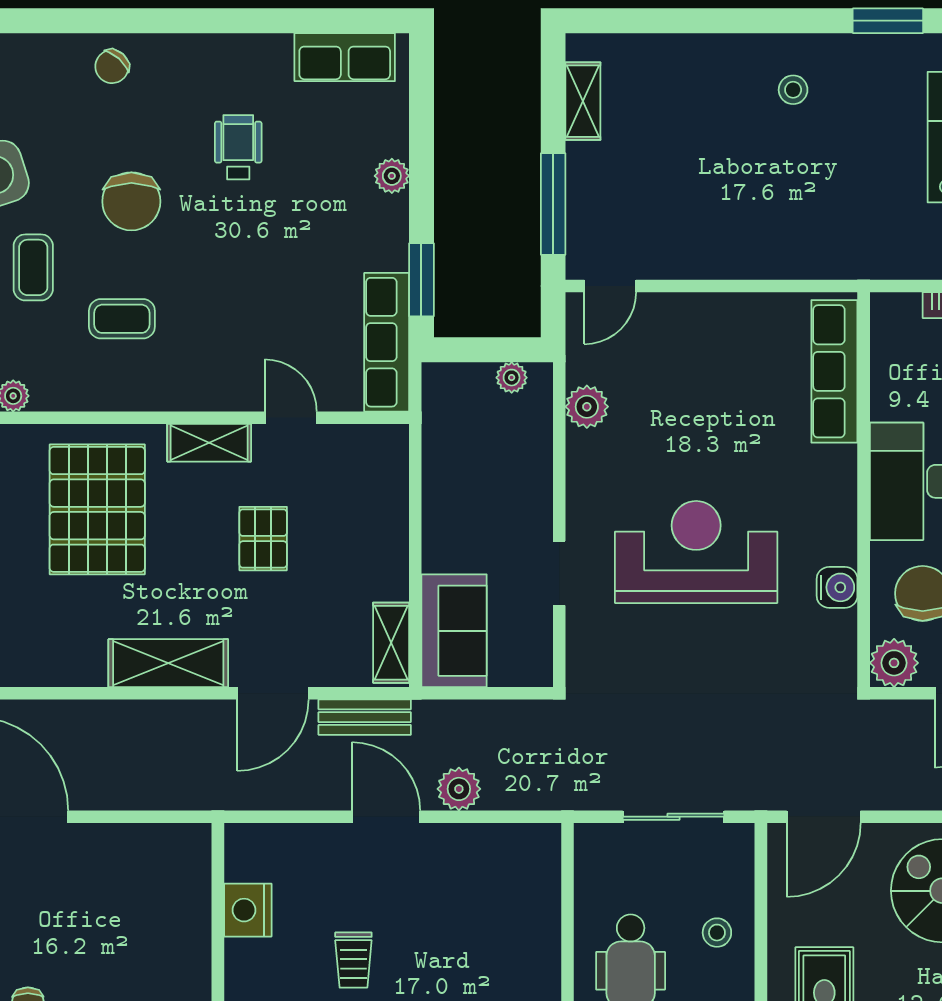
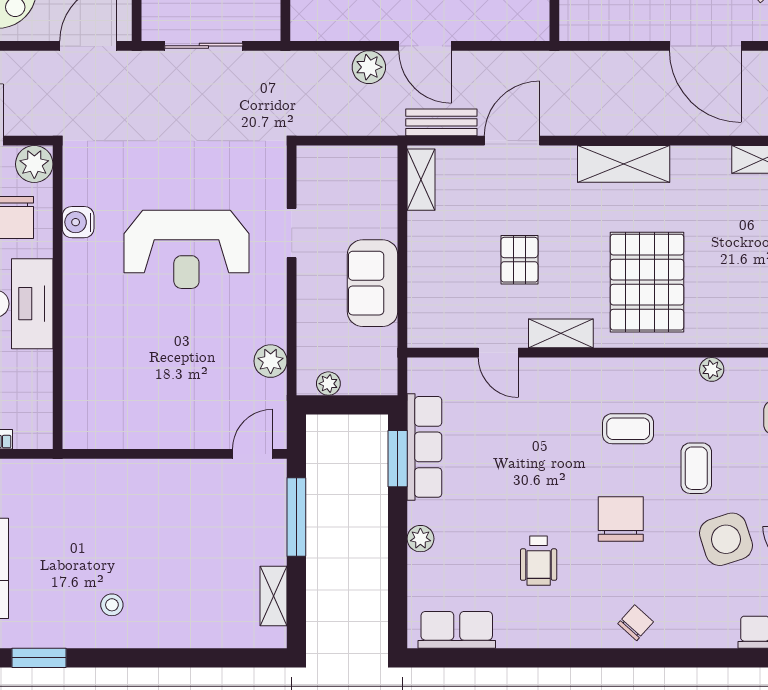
row of seats: (387, 342) -> (424, 447), moved
row of seats: (834, 371) -> (80, 388), removed
sofa: (454, 631) -> (373, 283), moved
shelving: (168, 663) -> (624, 164), moved

